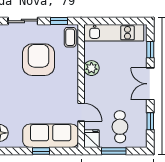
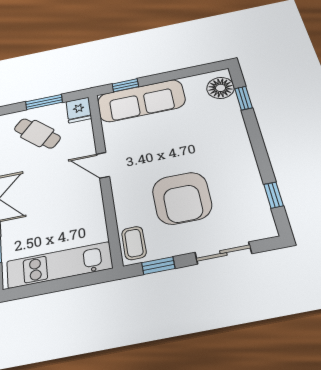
plant: (91, 68) -> (91, 203), removed
door: (81, 112) -> (103, 165), moved
cafe table: (120, 127) -> (37, 133), turned -47
window: (41, 151) -> (125, 85), moved

